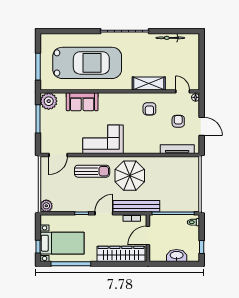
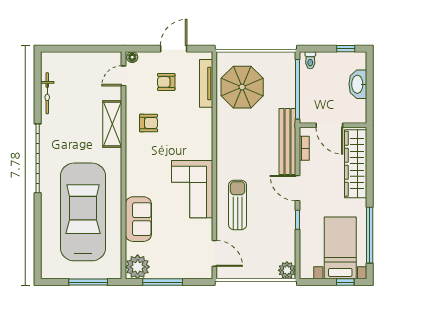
parasol: (130, 176) -> (242, 87), moved

